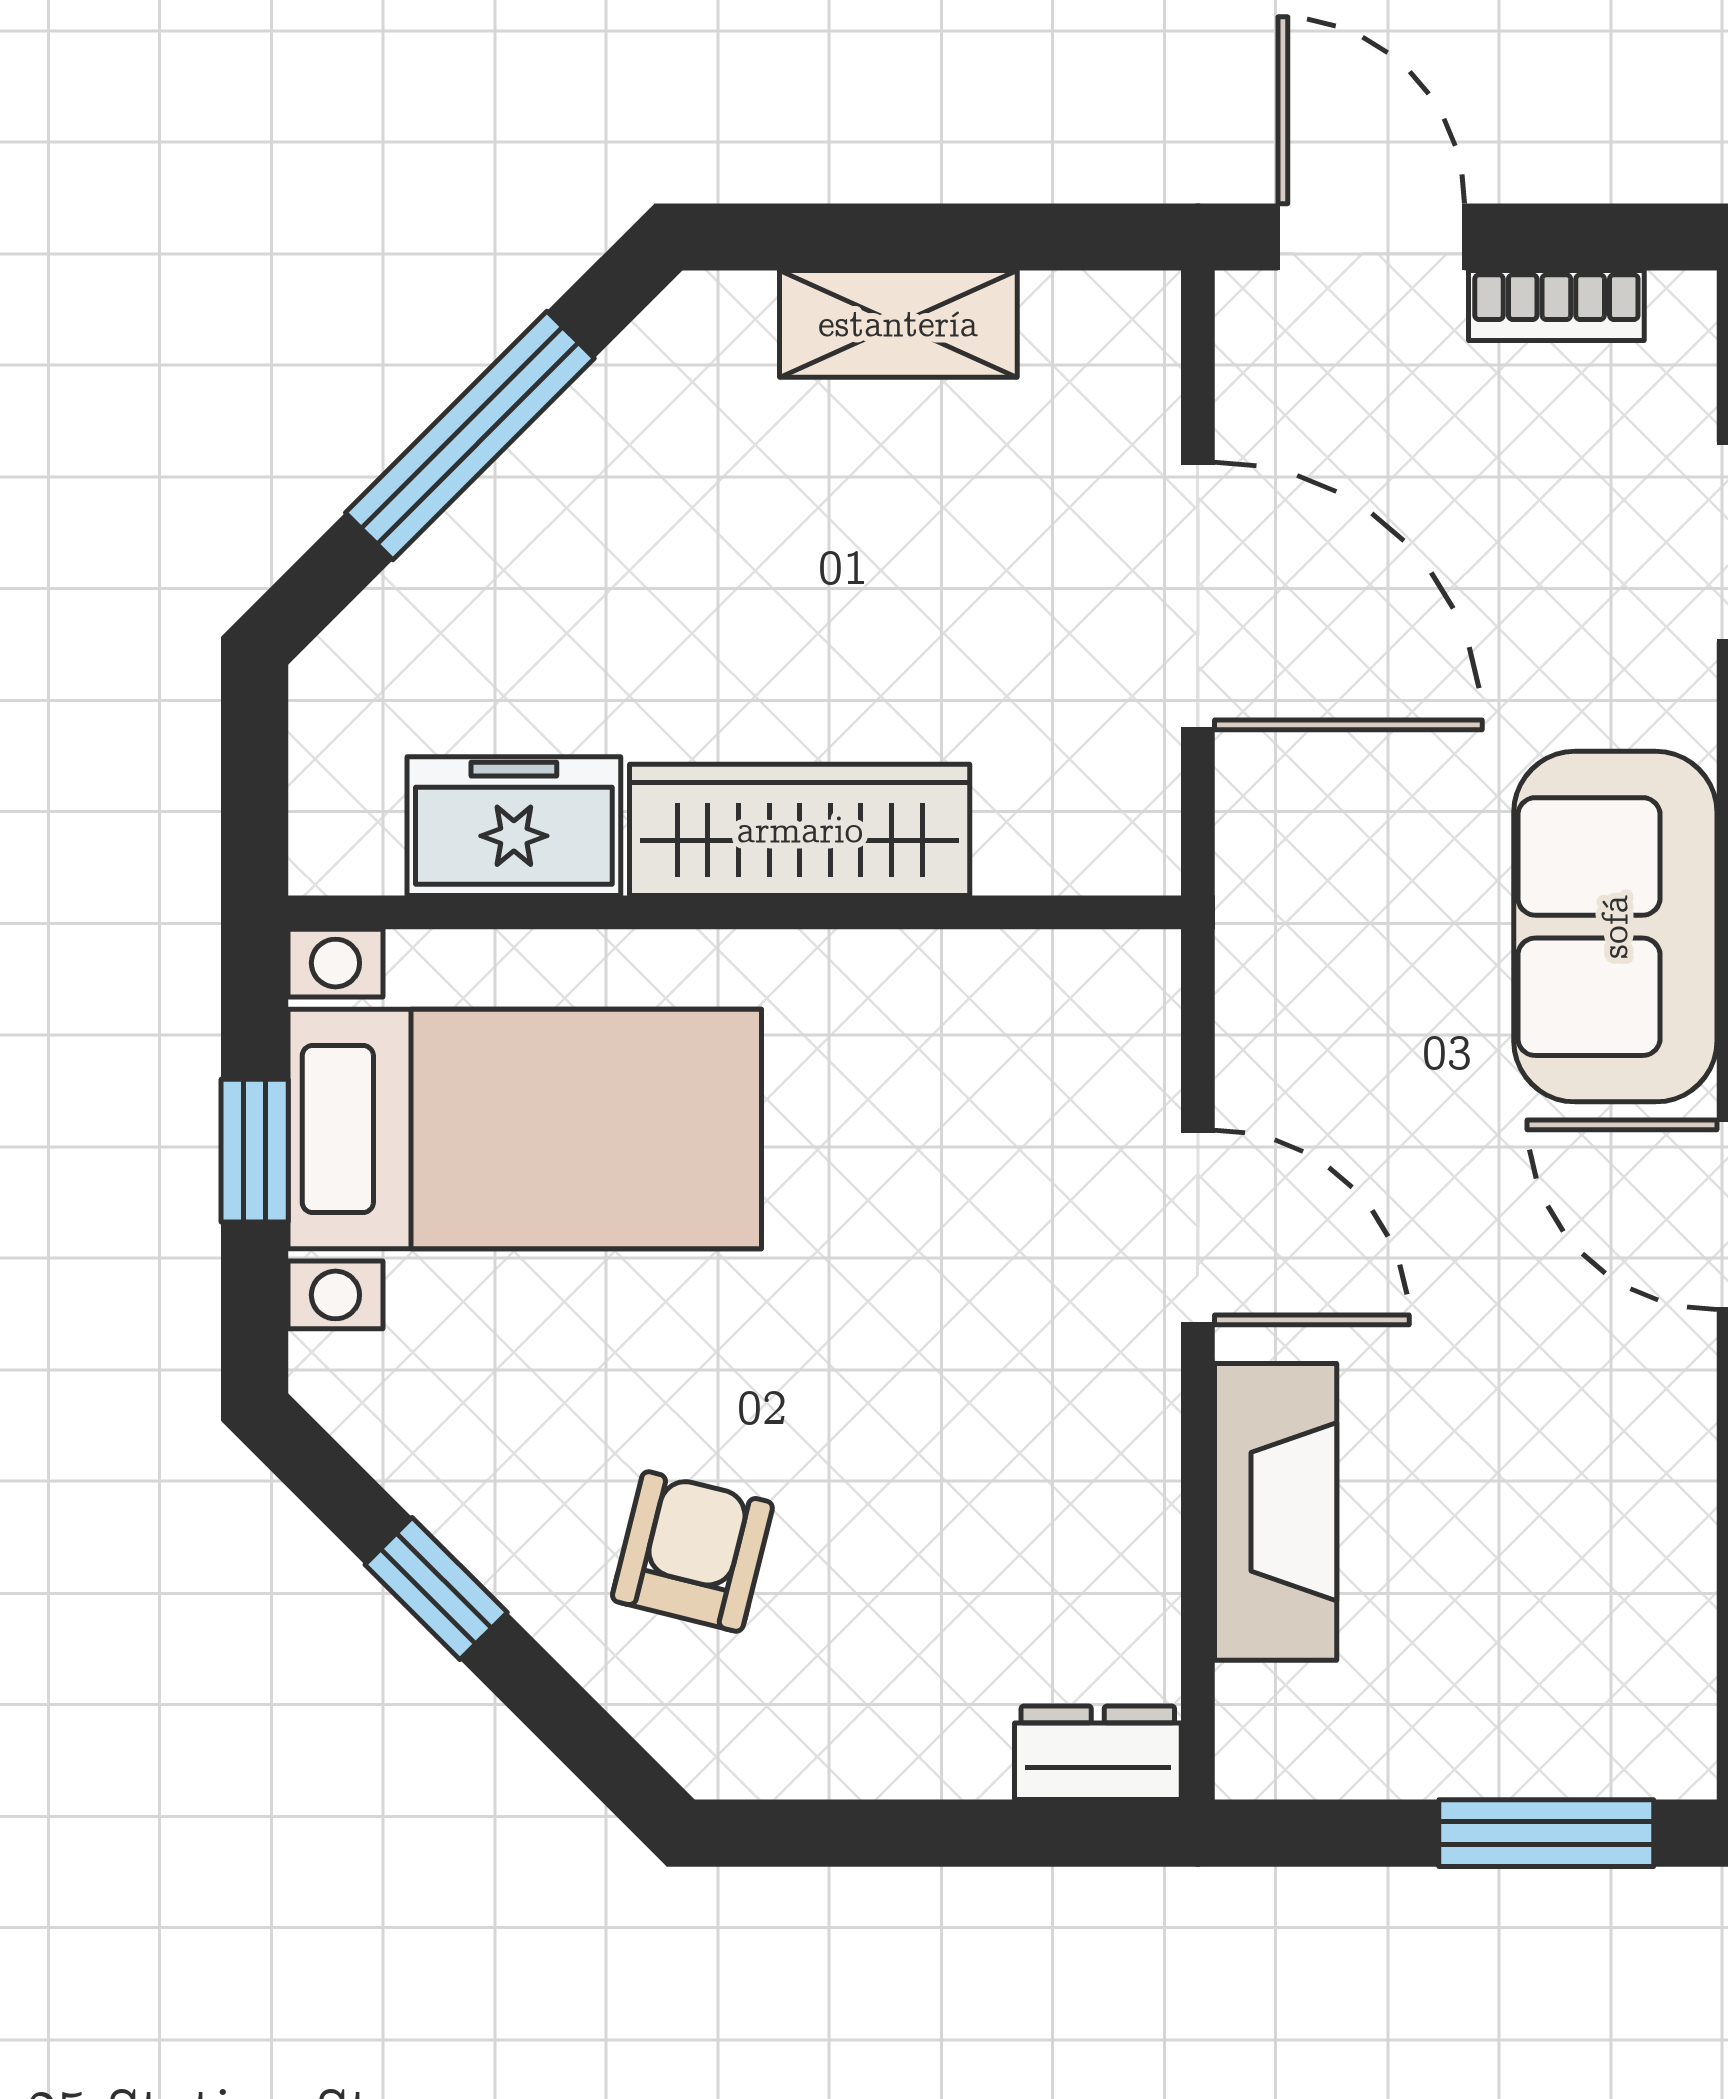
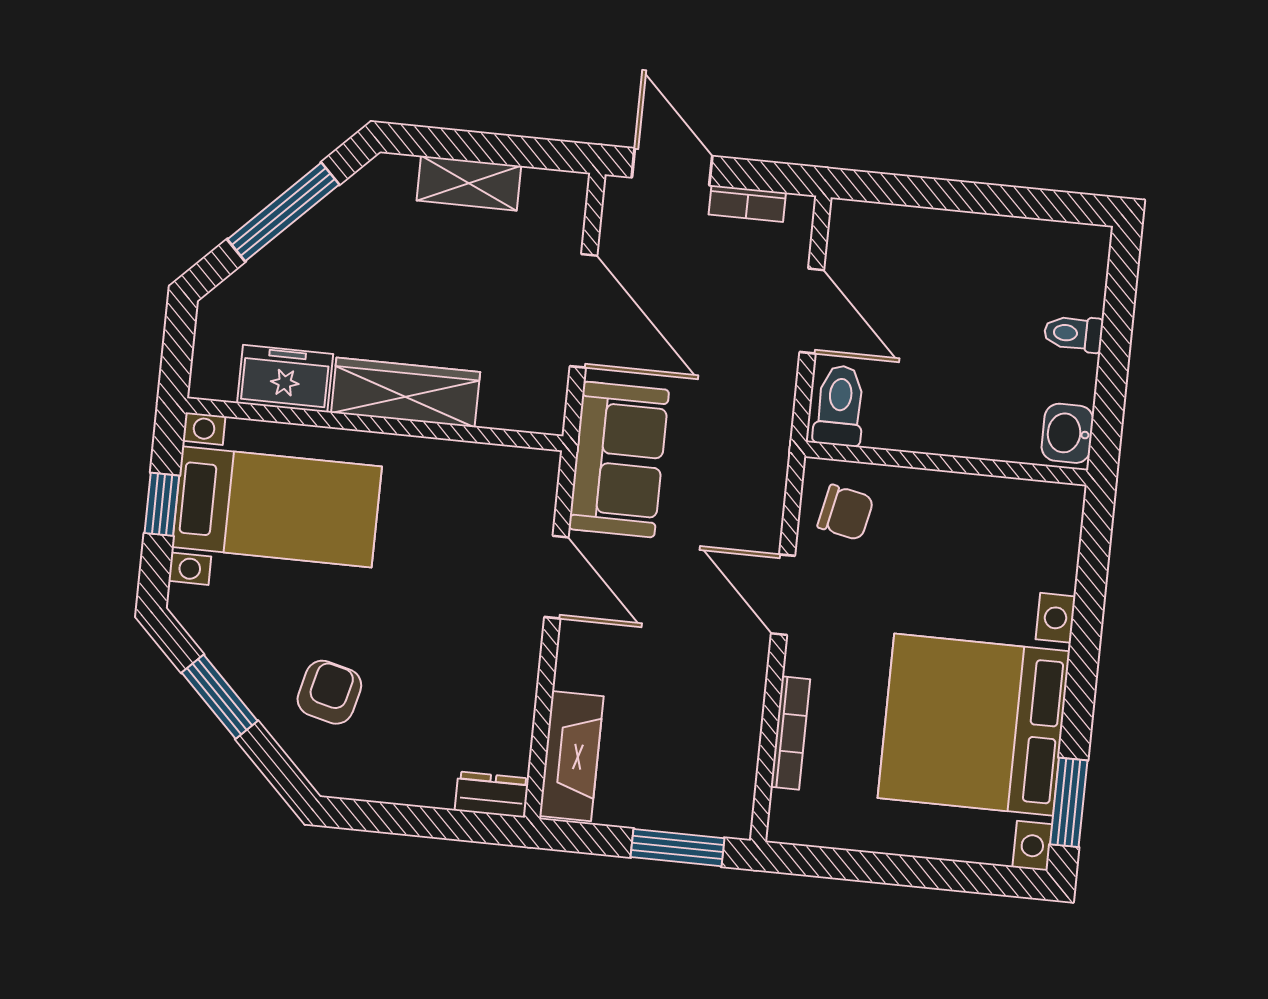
sofa: (1615, 927) -> (619, 459), moved, turned 180
fireplace: (1276, 1512) -> (571, 756), moved
window: (436, 1588) -> (220, 697), width x1.50

